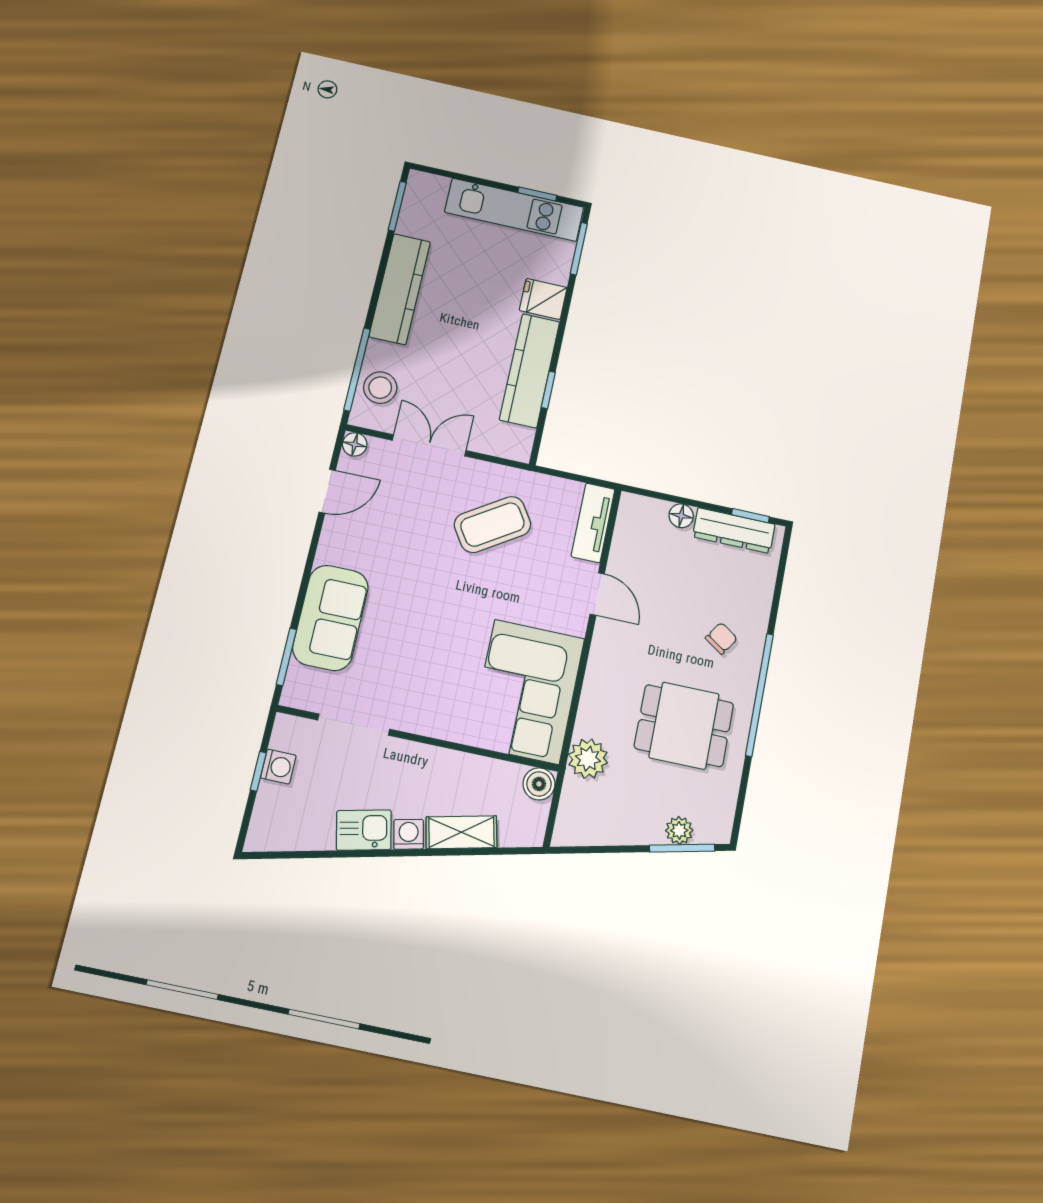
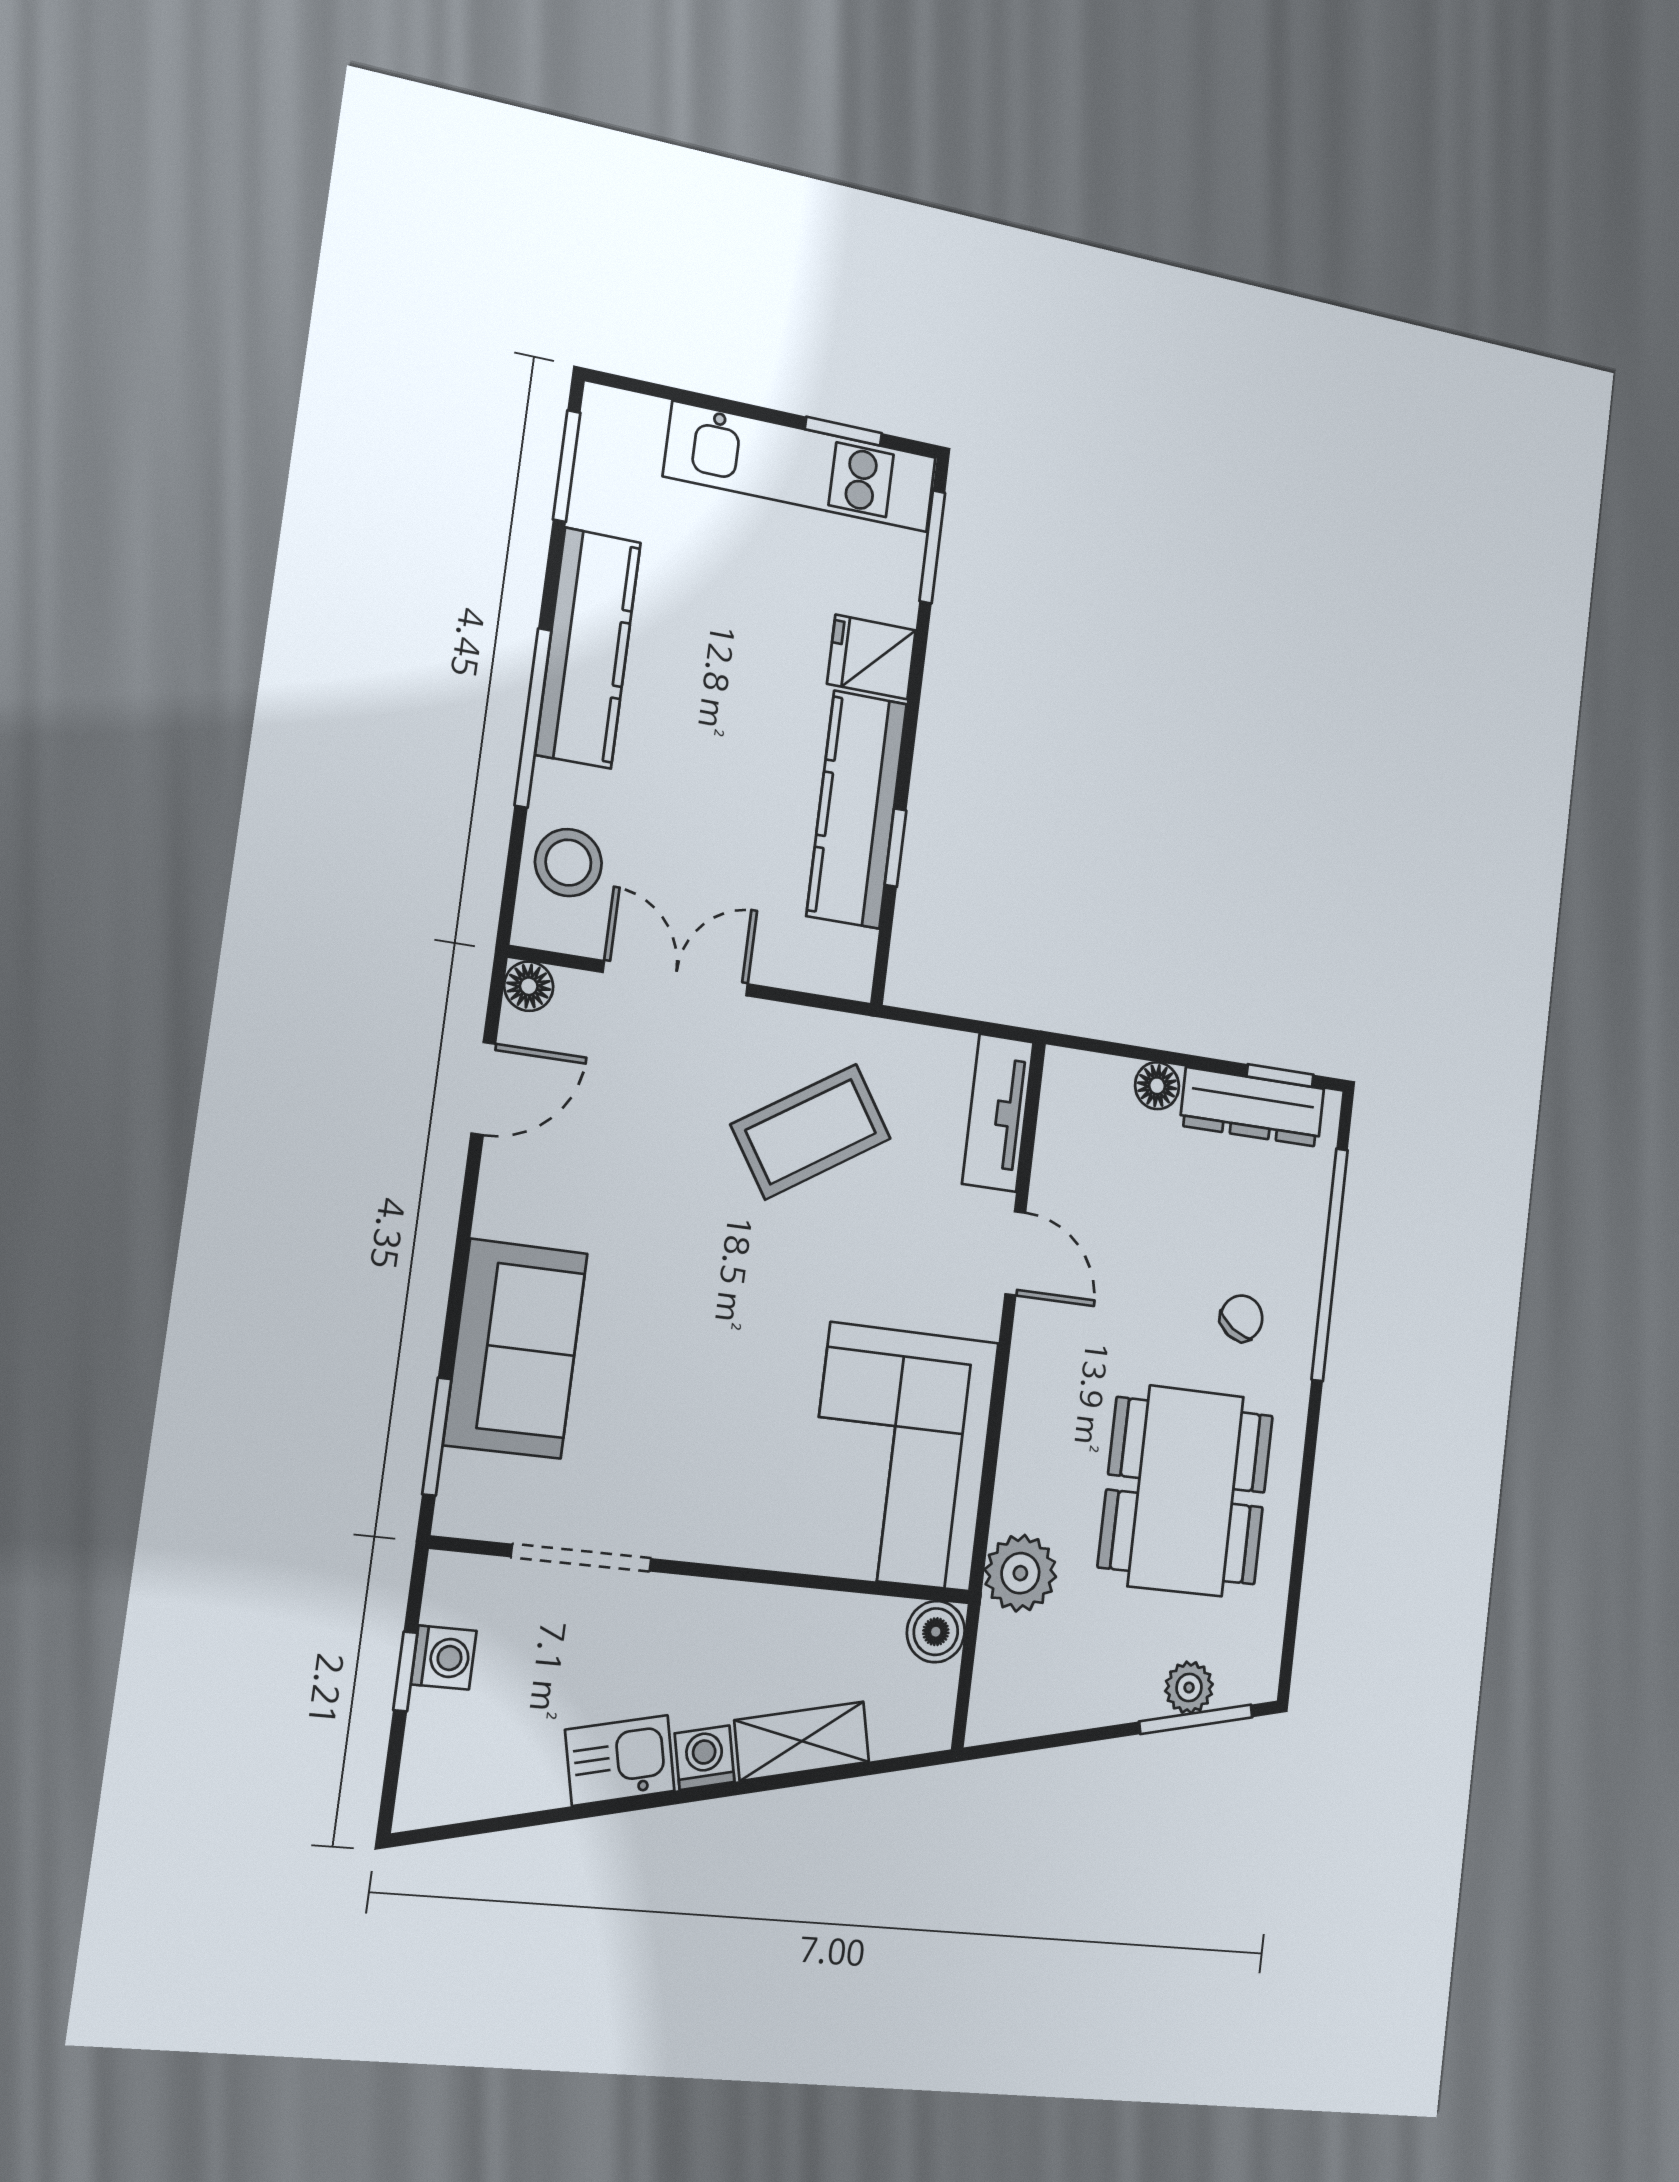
window: (357, 369) -> (533, 718), moved
window: (759, 695) -> (1330, 1265), moved
dining table: (684, 726) -> (1186, 1491), width x1.38

